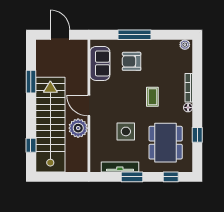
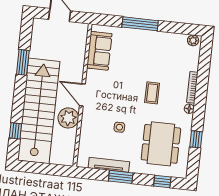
armchair: (132, 61) -> (134, 52), removed
side table: (126, 131) -> (119, 127), width x0.54, depth x0.54

